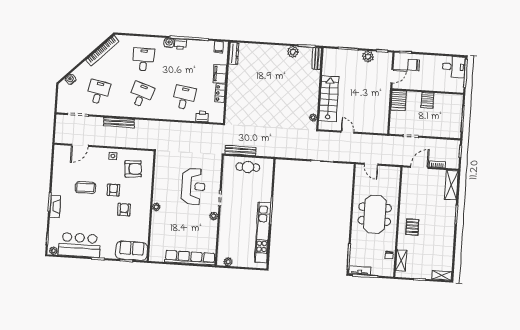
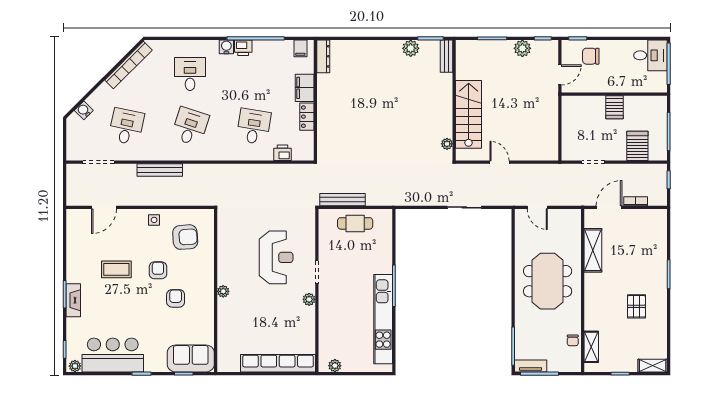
server rack: (399, 101) -> (637, 146), moved, turned 180
shelving: (451, 185) -> (593, 250), moved
pallet: (412, 227) -> (636, 306), moved

